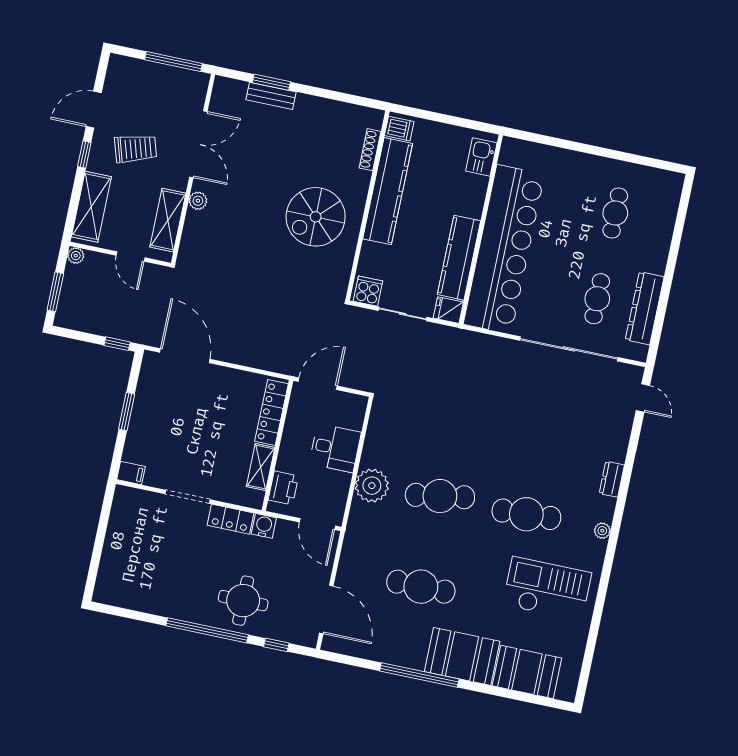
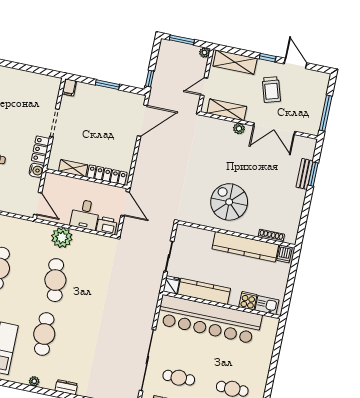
cooker: (368, 291) -> (248, 301), moved, turned -90
printer: (283, 488) -> (107, 226), moved, turned 180
door: (317, 524) -> (38, 204), swing flipped

